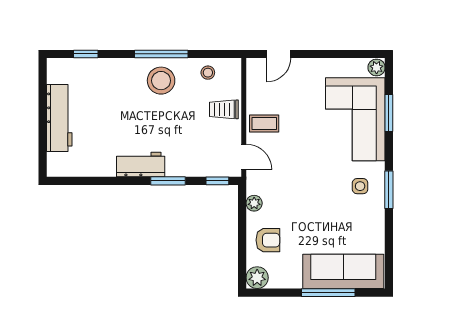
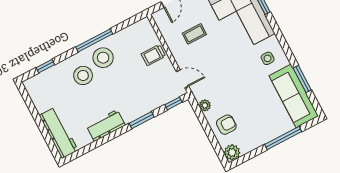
stool: (208, 73) -> (83, 75), moved, width x1.89, depth x1.89
workbench: (59, 118) -> (59, 133), moved
coffee table: (264, 124) -> (194, 34), moved
workbench: (141, 164) -> (106, 125), moved
window: (389, 190) -> (302, 79), moved
sofa: (343, 271) -> (294, 96), moved, turned -90

